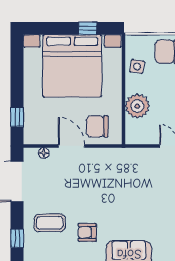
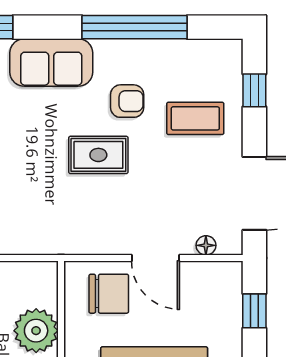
rug: (103, 203) -> (98, 155), added

